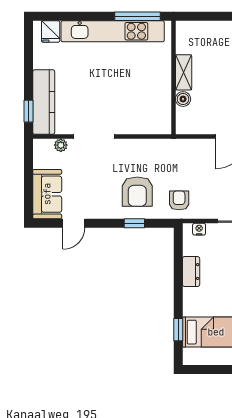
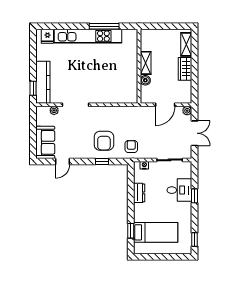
shelving: (184, 72) -> (146, 63), moved
wall: (173, 78) -> (139, 66), moved
boiler: (183, 99) -> (145, 80), moved

